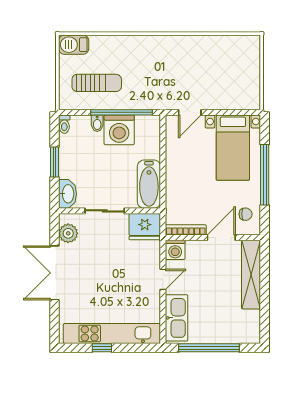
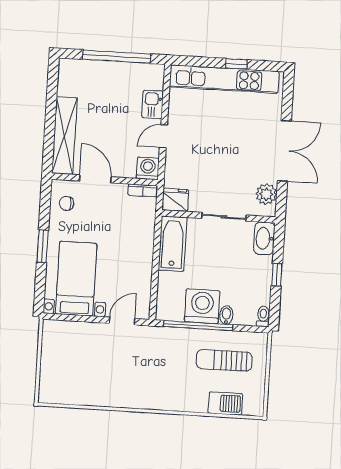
barbecue: (74, 45) -> (225, 403), moved
window: (54, 162) -> (277, 275), width x0.67
window: (265, 175) -> (43, 246), width x0.47
fridge: (145, 227) -> (175, 200), width x0.73, depth x0.75
bookcase: (186, 230) -> (143, 190), width x0.64
door: (221, 238) -> (95, 179), swing flipped
kitchen sink: (177, 318) -> (153, 104), width x0.53, depth x0.81

